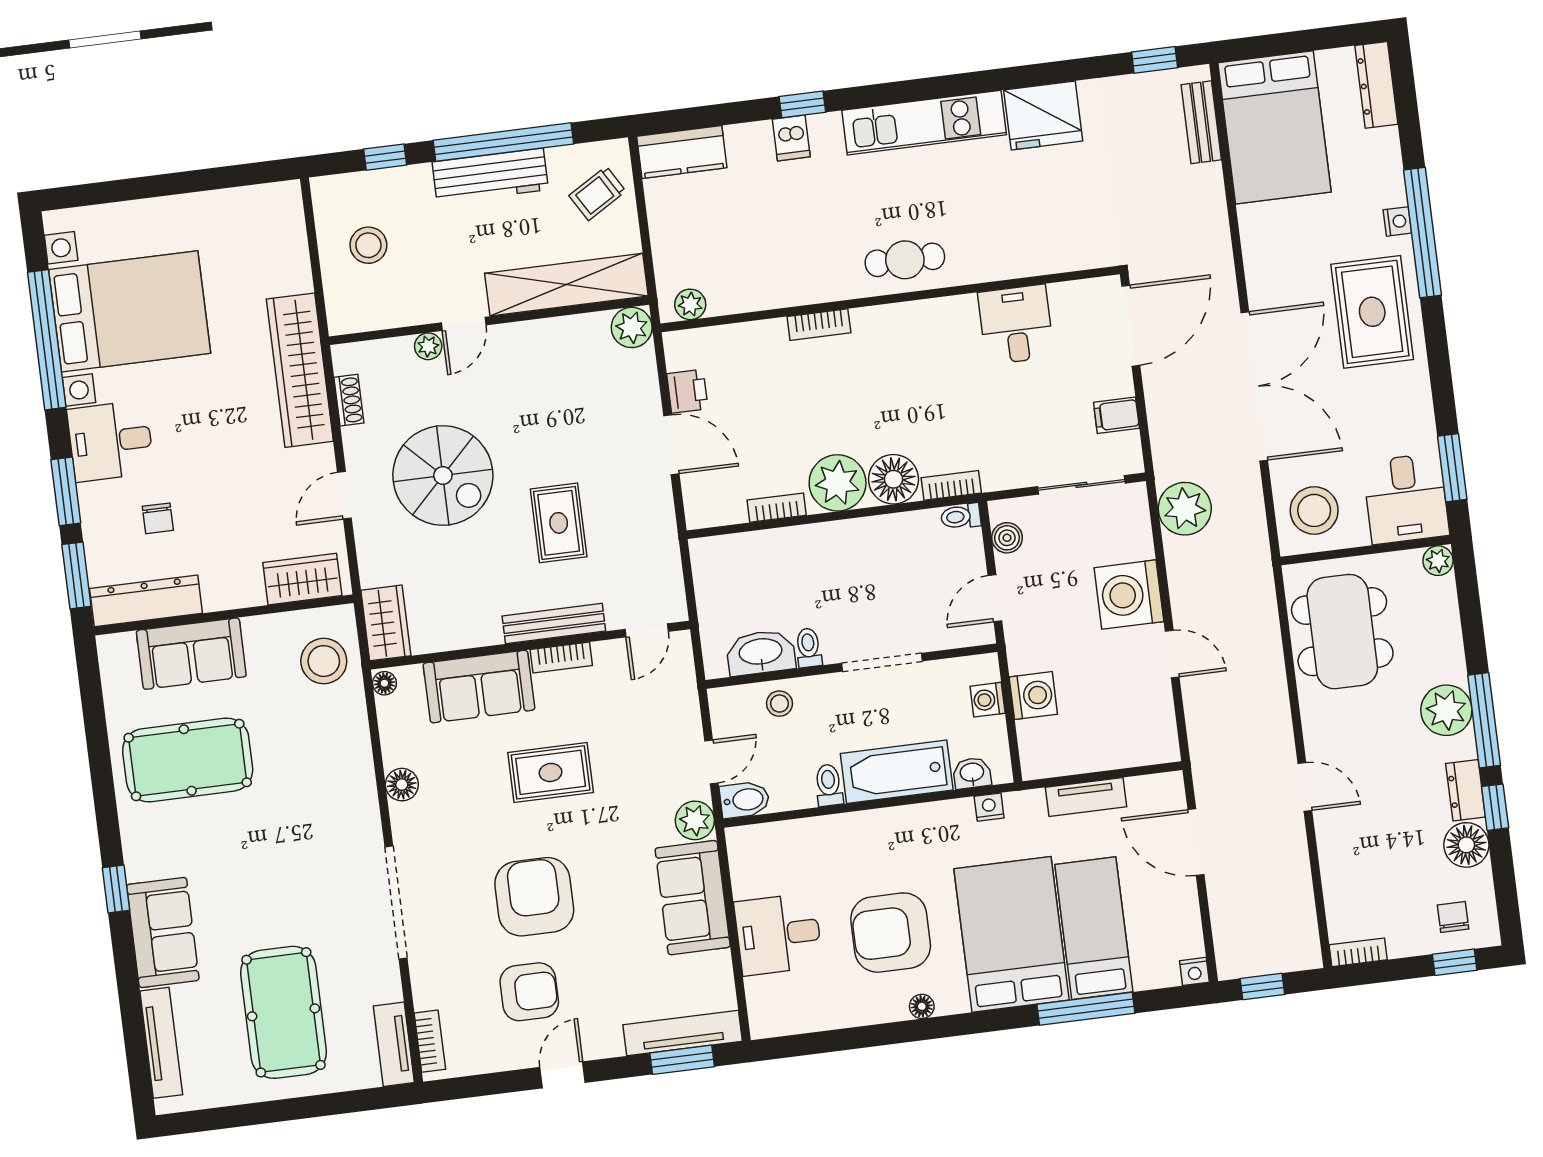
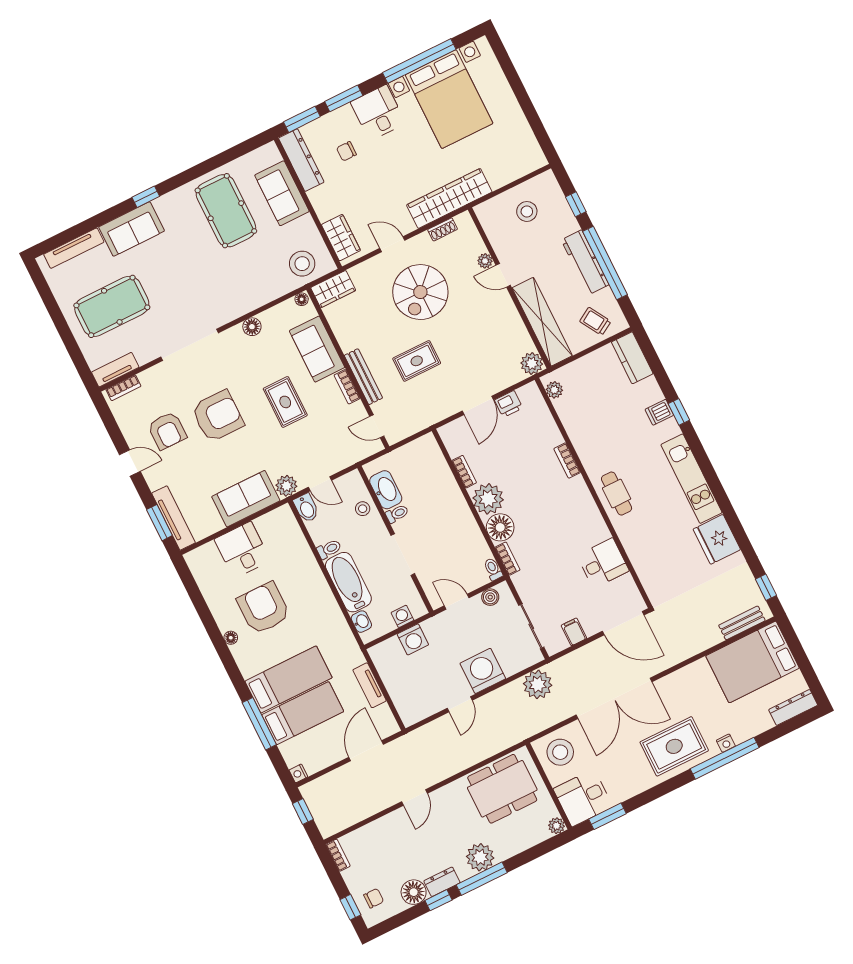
nightstand: (989, 807) -> (347, 637), removed
bed: (1011, 934) -> (289, 679), width x0.67

